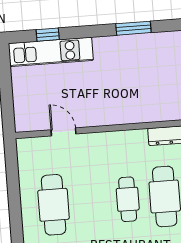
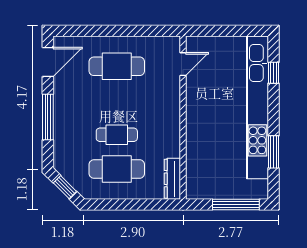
kitchen unit: (51, 52) -> (257, 107), width x1.86
door: (63, 132) -> (183, 64), moved

